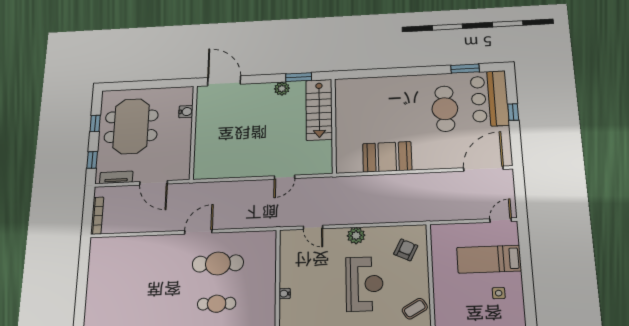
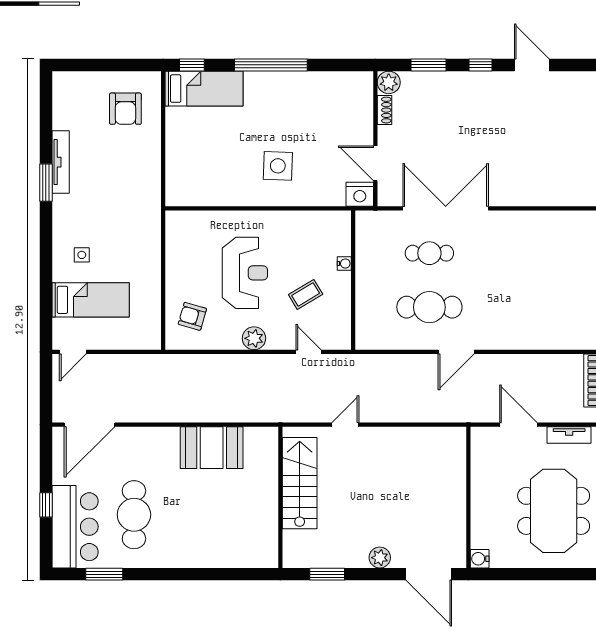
plant: (282, 89) -> (380, 558), moved
stairs: (319, 110) -> (300, 483), moved
water cooler: (186, 112) -> (480, 559), moved
armchair: (406, 250) -> (192, 316), turned 80
reception desk: (364, 284) -> (245, 273), turned 180
coffee table: (415, 309) -> (306, 294), moved

